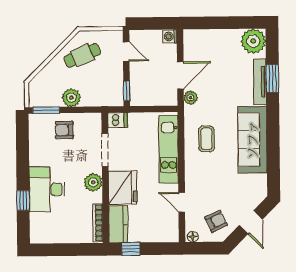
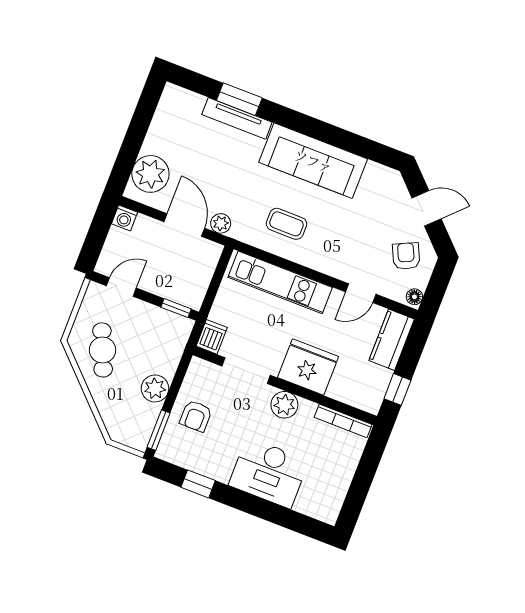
plant: (253, 41) -> (150, 174), moved
window: (23, 201) -> (198, 484), moved
kitchen counter: (118, 224) -> (392, 340), moved, turned -90

